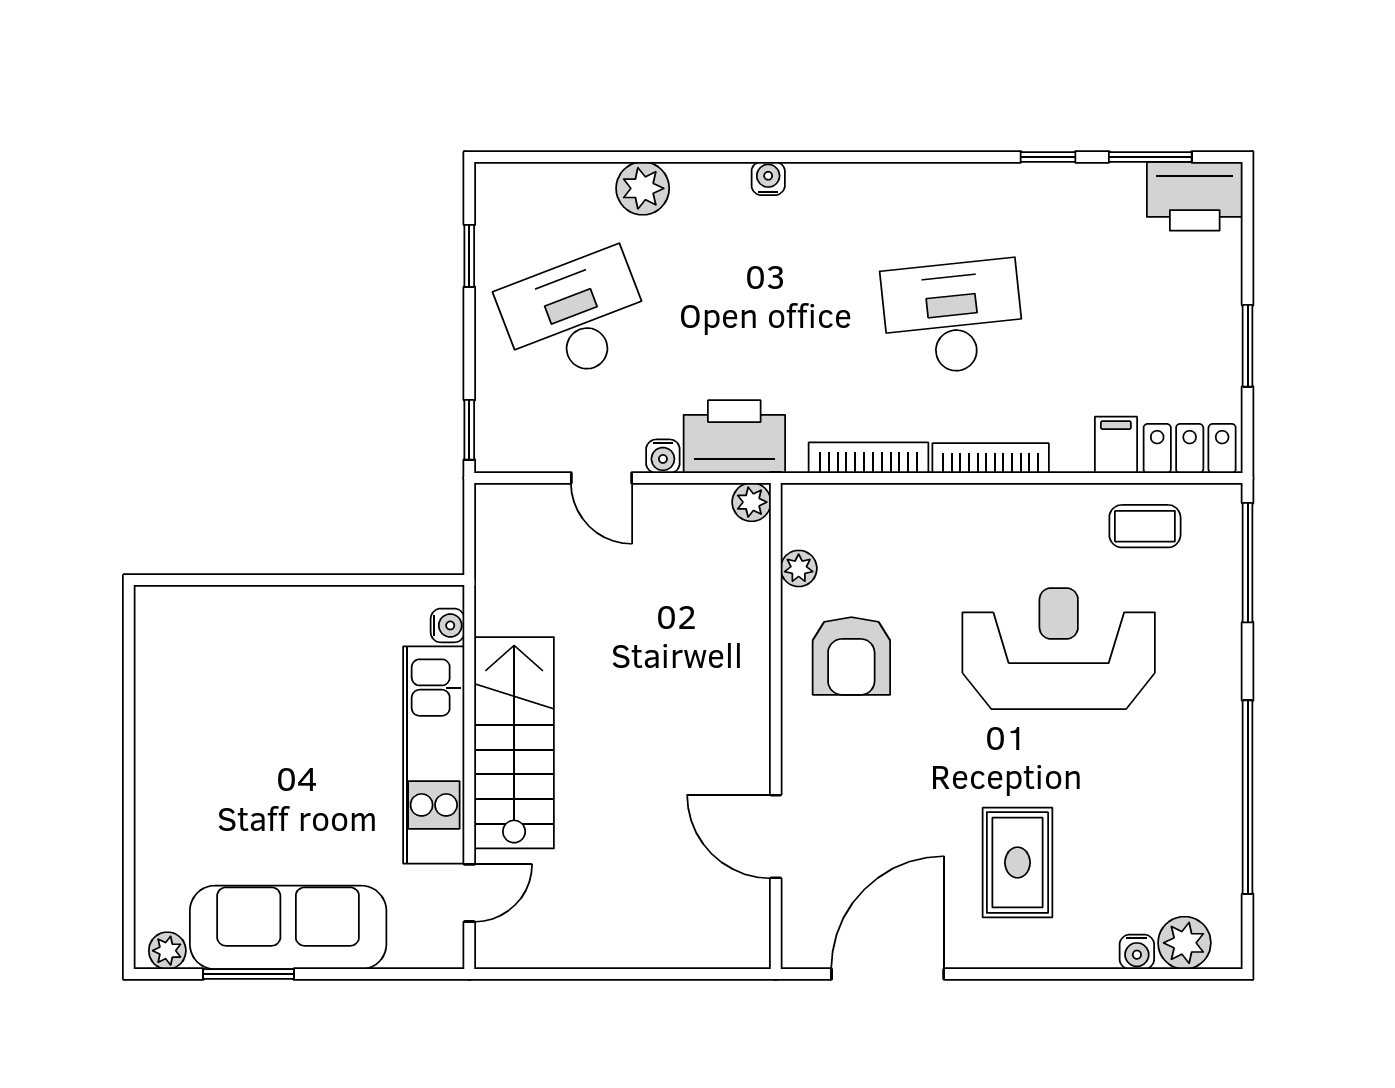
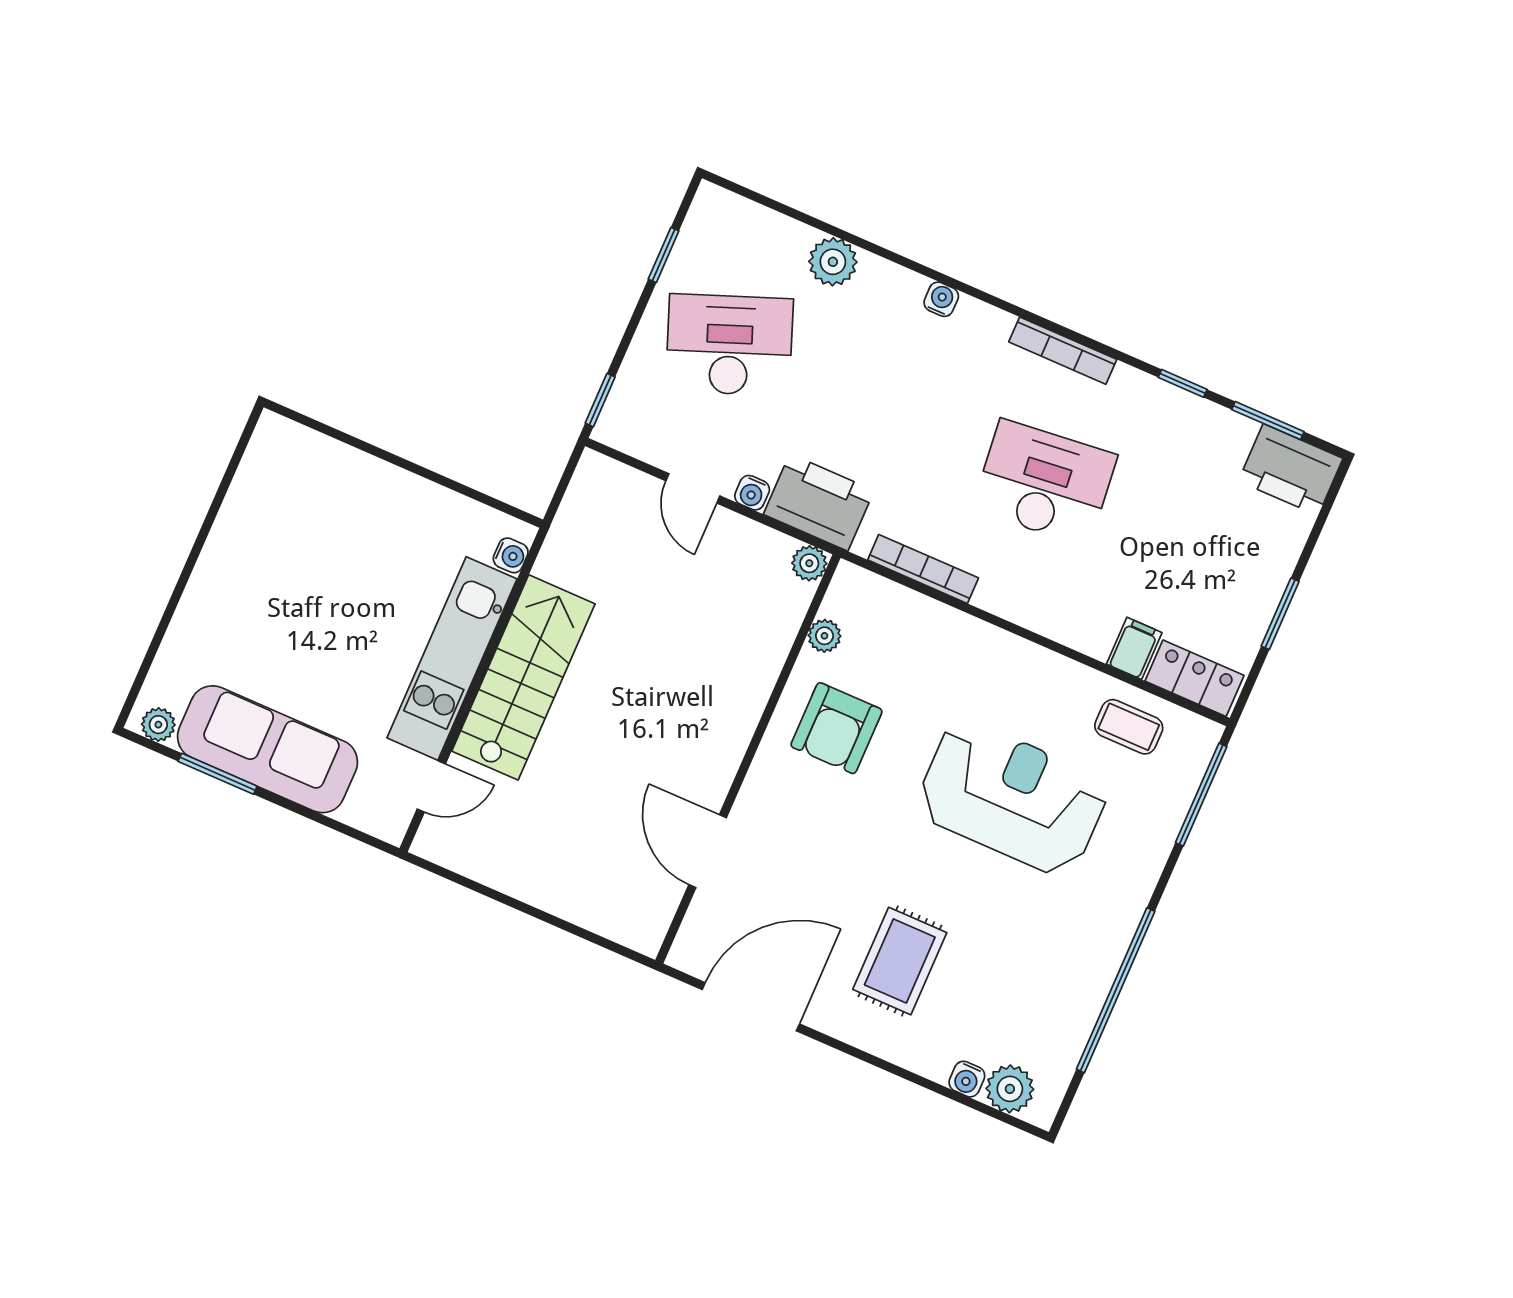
bookcase: (991, 458) -> (1063, 351), moved, turned 180

